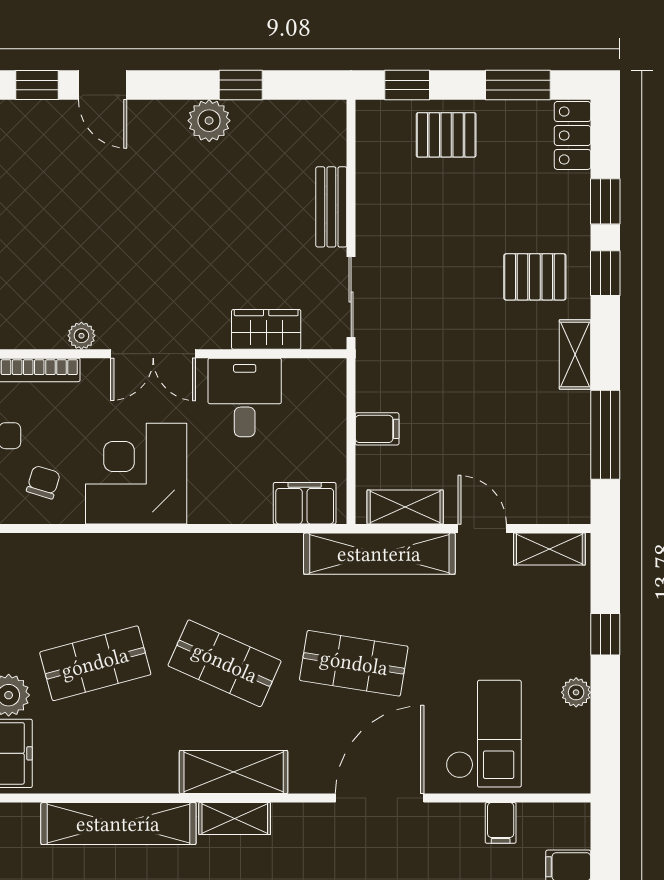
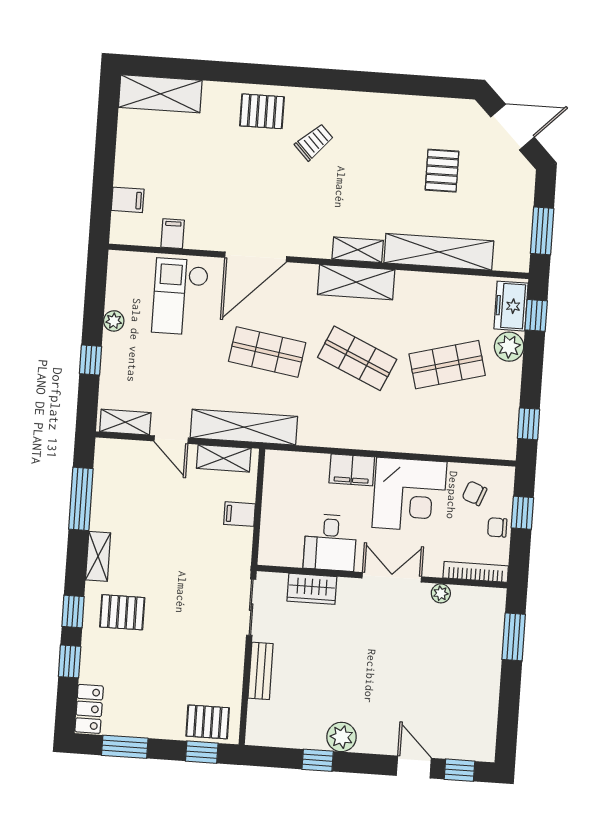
pallet: (446, 135) -> (208, 722), moved
chair: (43, 482) -> (474, 493), turned 94
filing cabinet: (305, 503) -> (352, 470), moved

